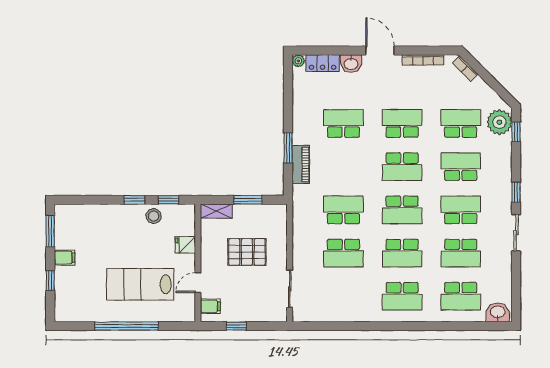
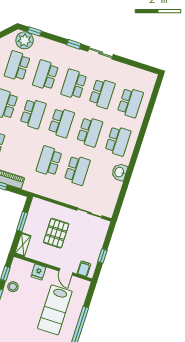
washbasin: (498, 312) -> (120, 172), moved

